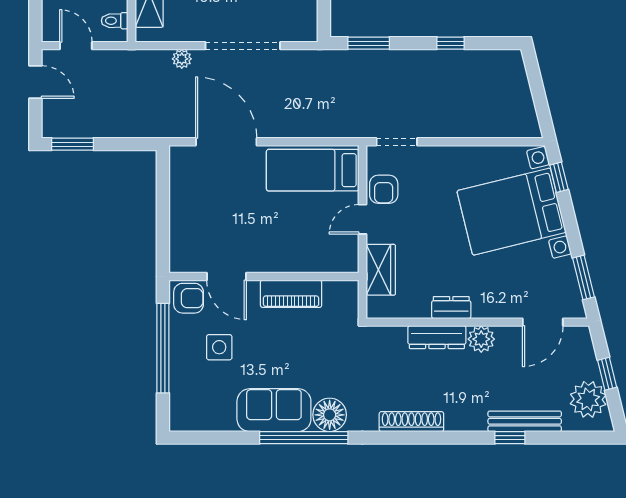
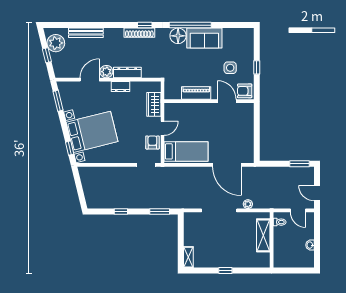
door: (543, 322) -> (90, 80), moved
window: (163, 348) -> (257, 67), width x0.32
window: (510, 438) -> (145, 25), moved

